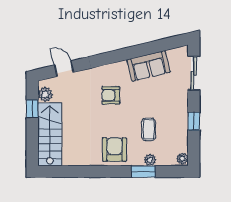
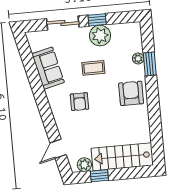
sliding door: (194, 73) -> (63, 23), moved
coffee table: (149, 129) -> (93, 68), moved
armchair: (115, 149) -> (131, 93), turned 90
plant: (182, 159) -> (100, 36), moved, width x1.88, depth x1.88

